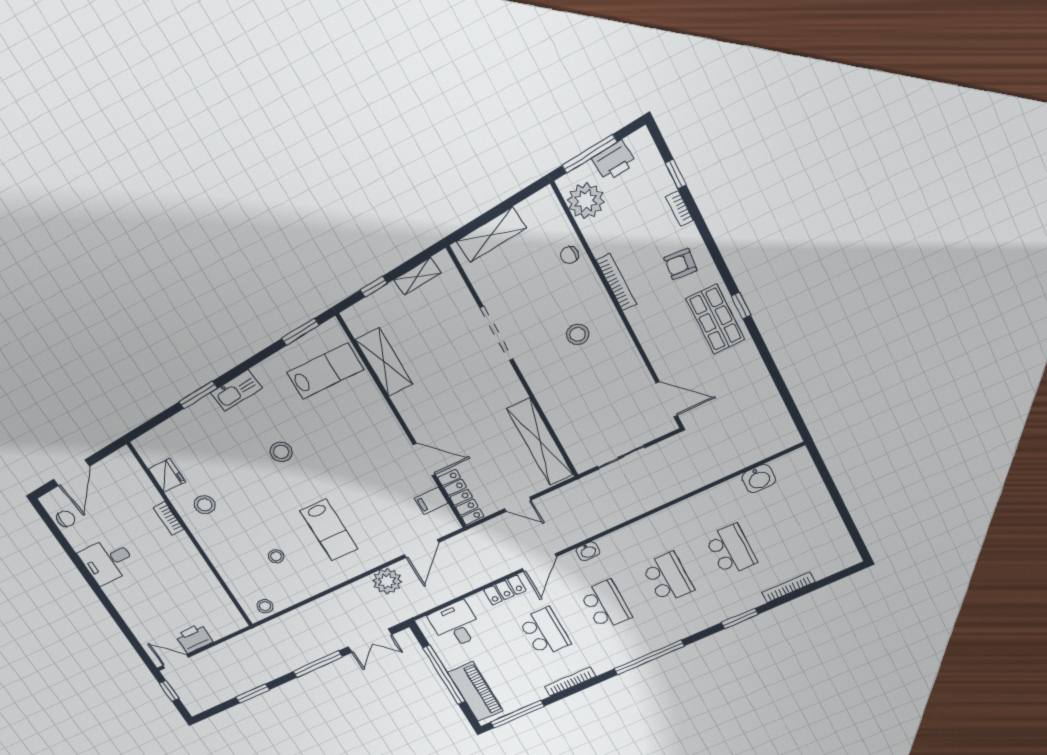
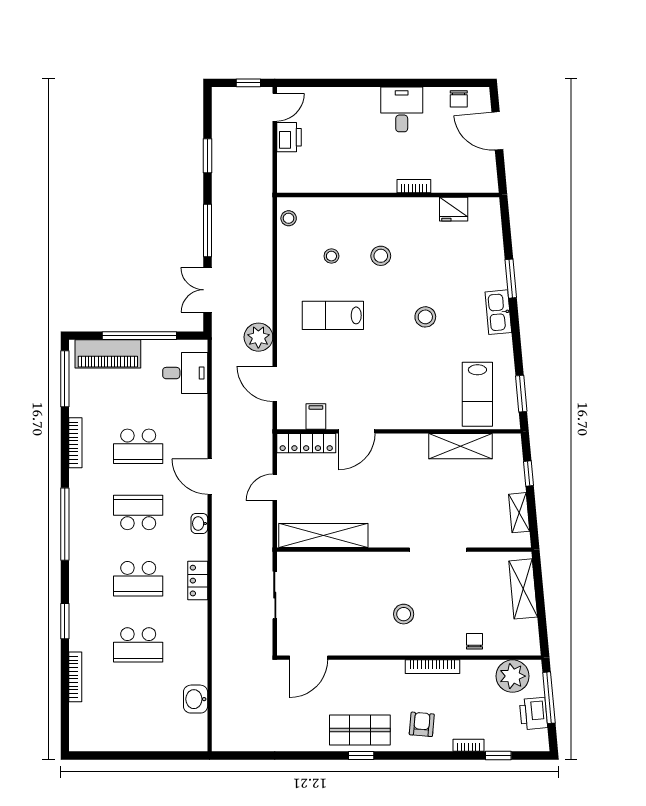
stool: (205, 505) -> (381, 256), moved
locker: (505, 590) -> (198, 581), moved
school desk: (606, 605) -> (138, 512), turned 180

